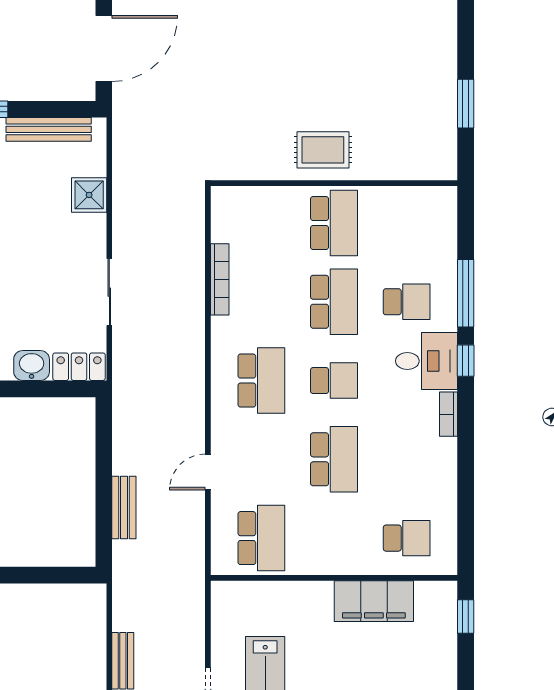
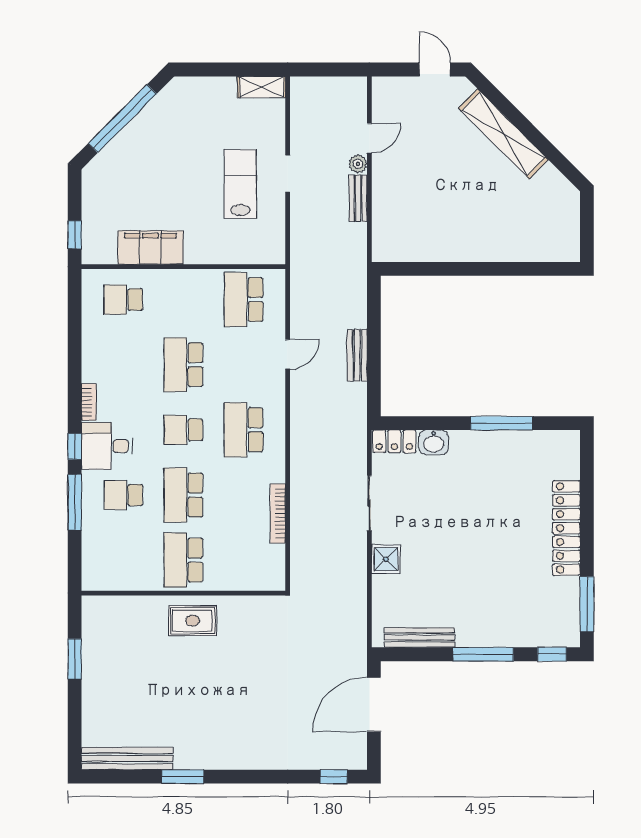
shower: (89, 195) -> (386, 559), moved
bench: (124, 507) -> (357, 355), moved

